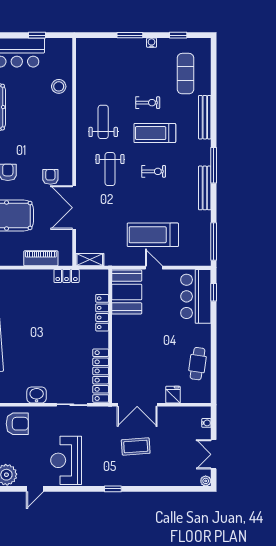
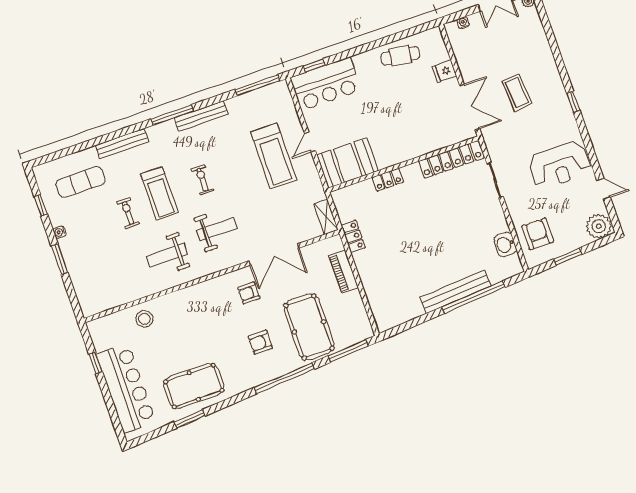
locker: (102, 313) -> (388, 180), width x0.66
washbasin: (37, 395) -> (505, 244), moved

